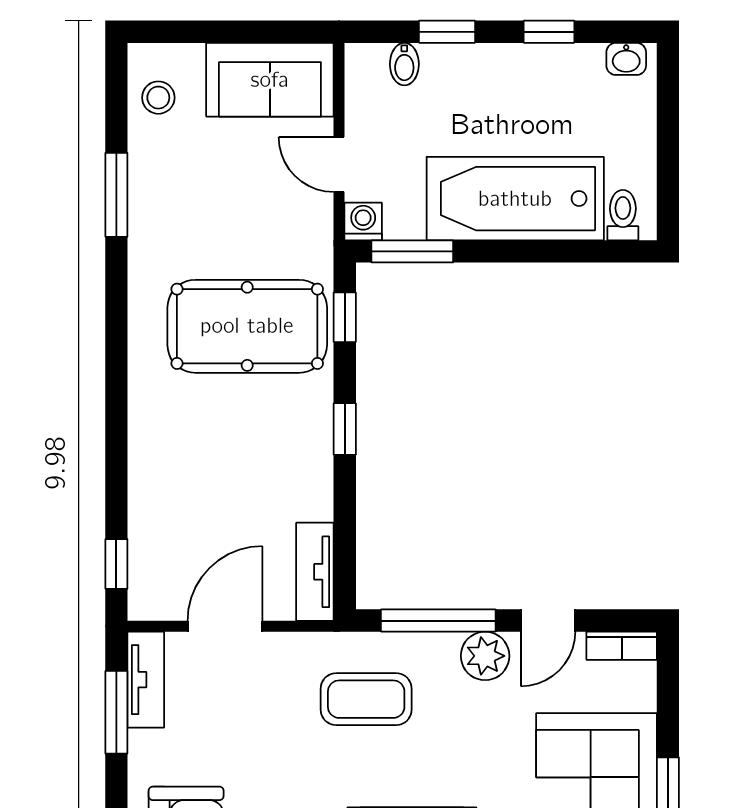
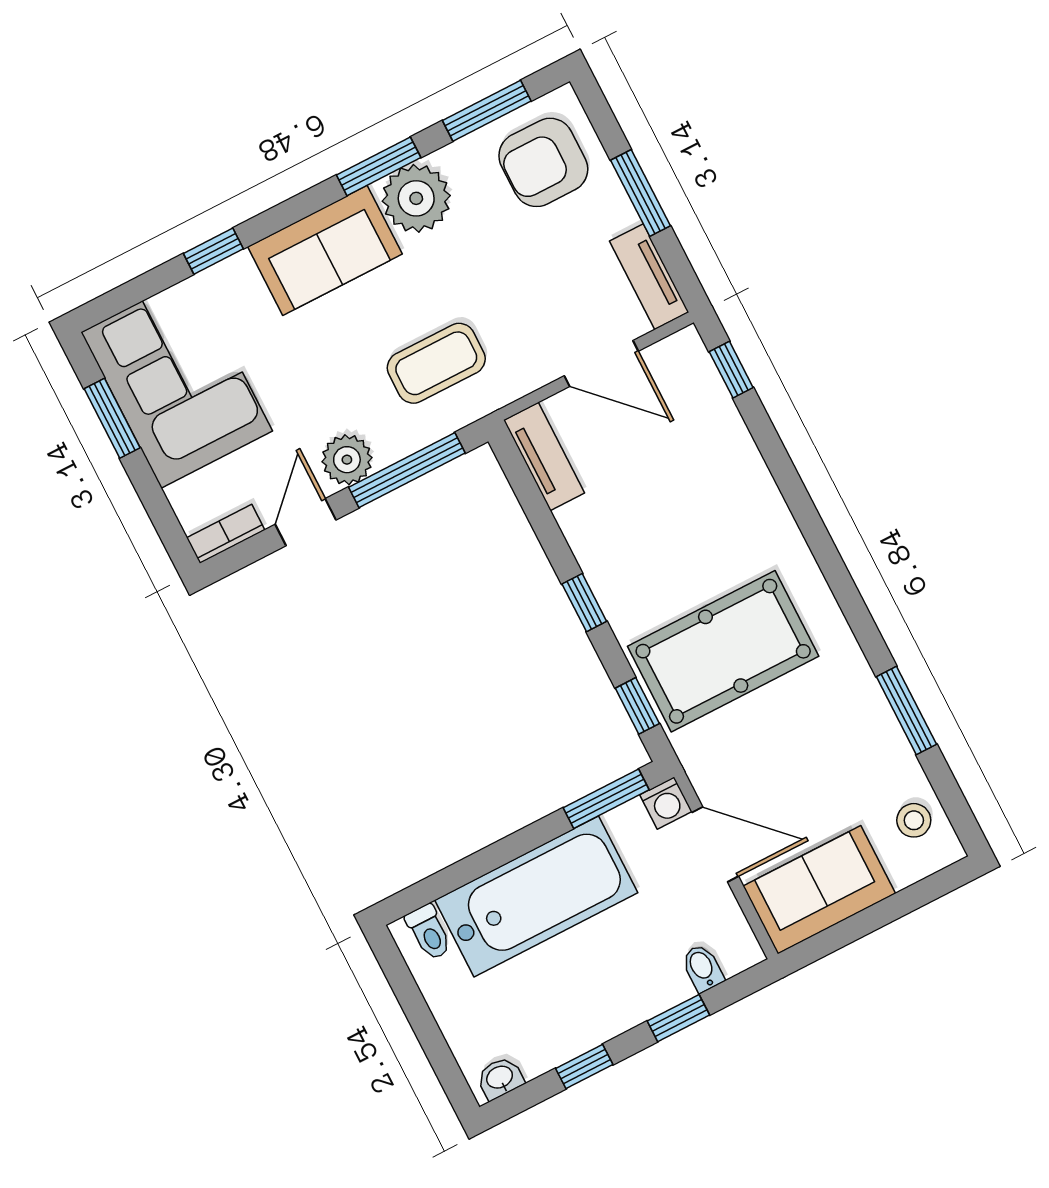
door: (339, 164) -> (715, 844), width x1.38
door: (225, 626) -> (601, 364), hinge flipped
window: (116, 712) -> (640, 193), moved

